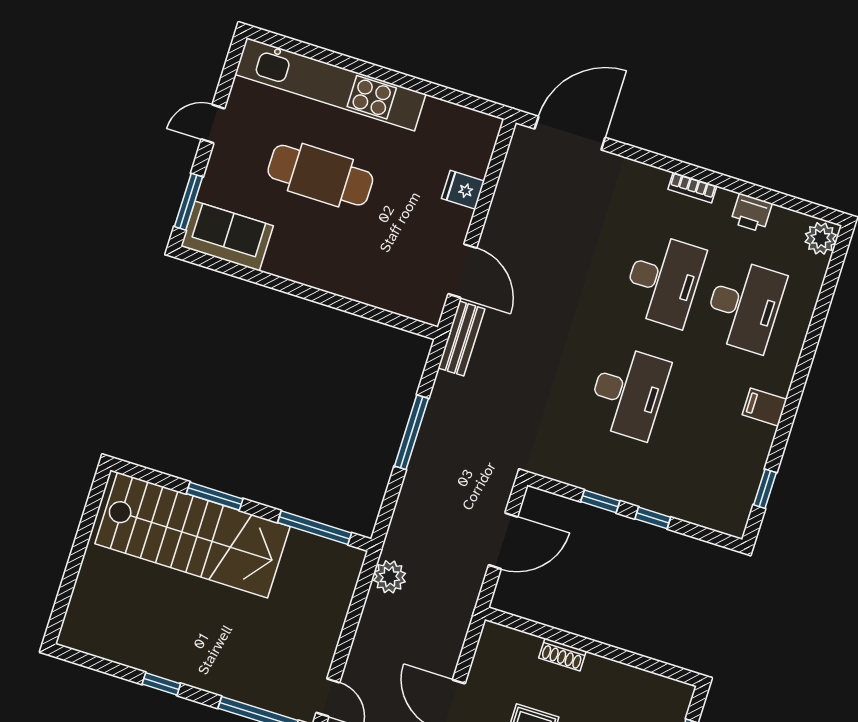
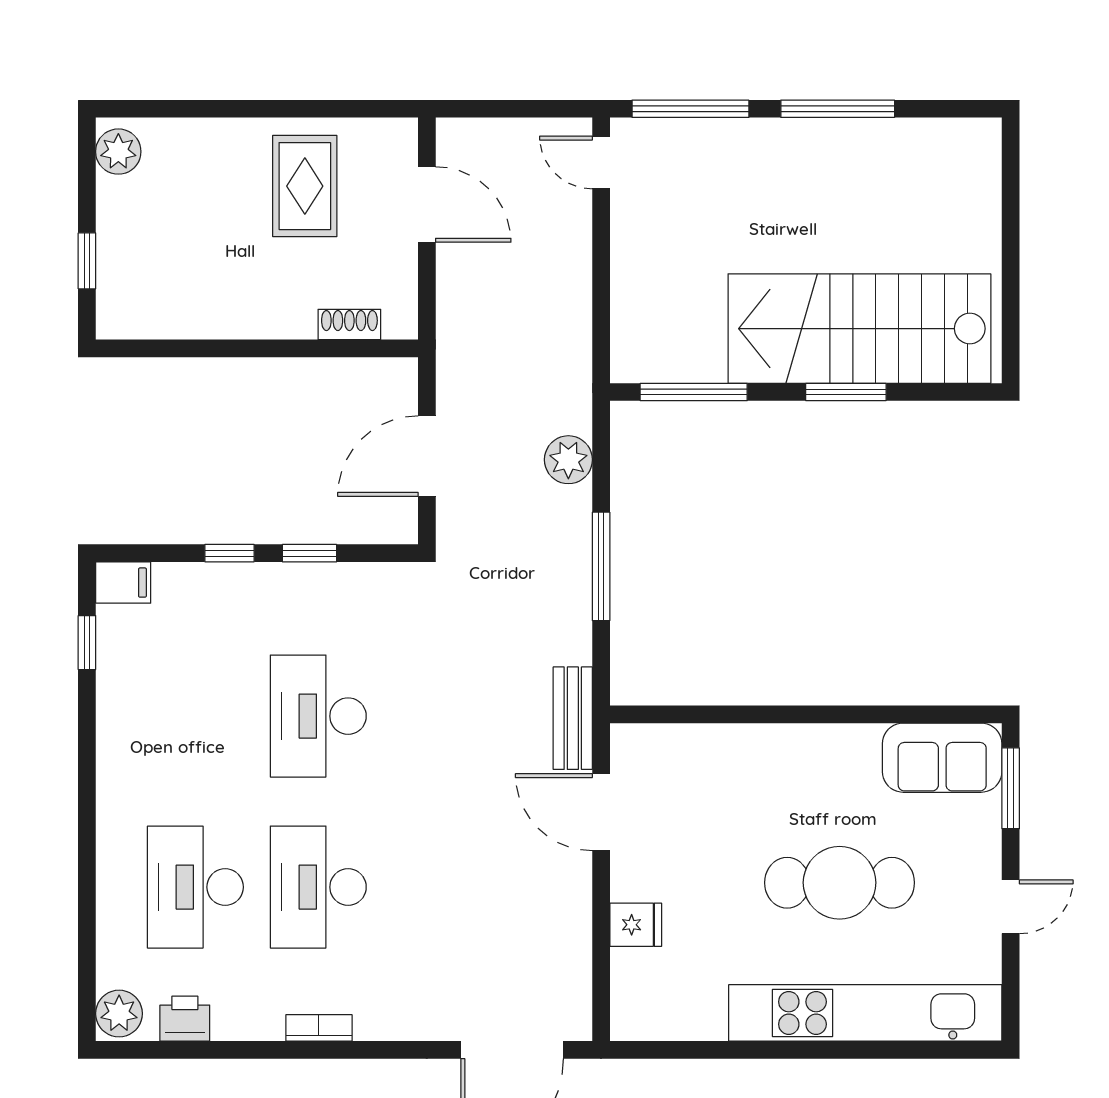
printer: (751, 213) -> (185, 1019), moved
filing cabinet: (765, 407) -> (123, 583), moved
plant: (390, 577) -> (568, 460), moved
shoe rack: (562, 655) -> (349, 324), moved
window: (161, 684) -> (838, 109), width x2.17

